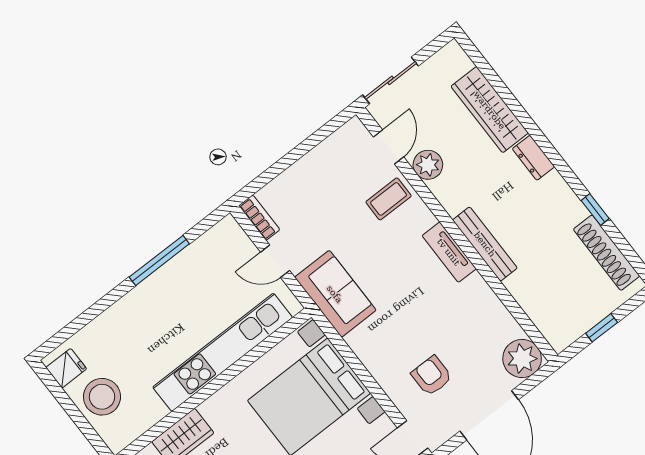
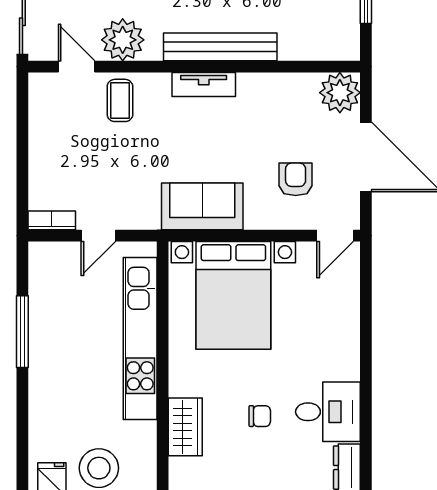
plant: (428, 165) -> (123, 40), width x1.36, depth x1.36
bench: (485, 244) -> (220, 47), width x1.37, depth x1.21
sofa: (335, 294) -> (202, 206), moved
armchair: (432, 376) -> (296, 179), turned 90

